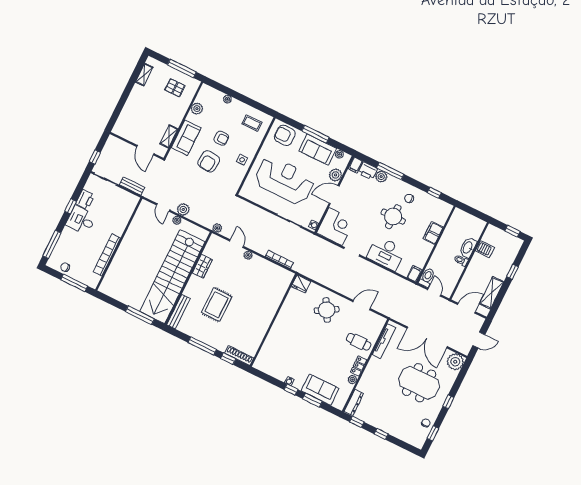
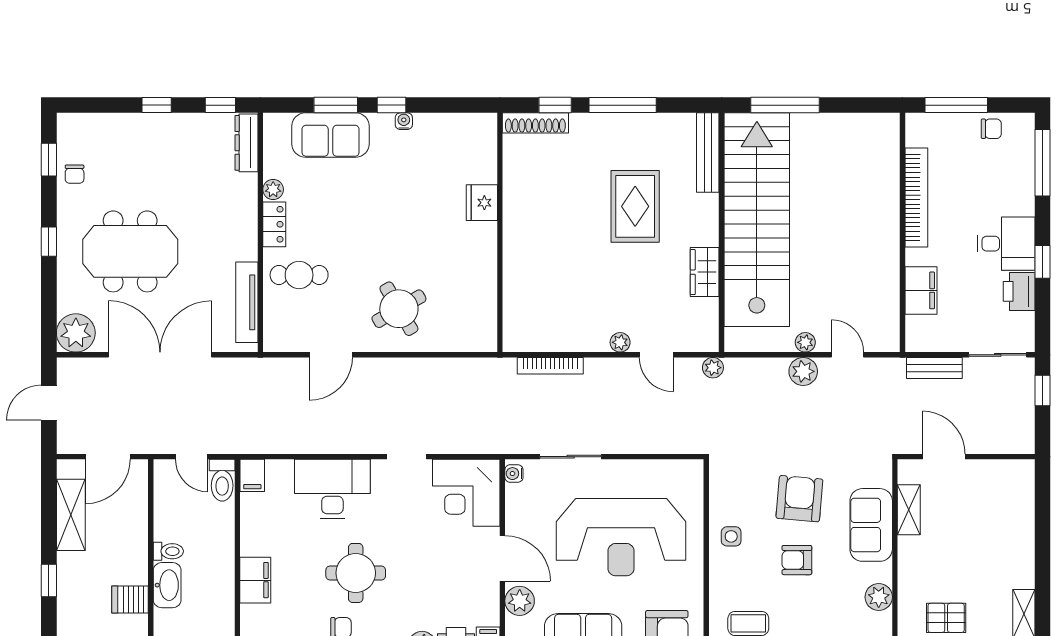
door: (334, 195) -> (502, 558), hinge flipped
filing cabinet: (123, 218) -> (921, 290), added
fridge: (301, 284) -> (482, 203), moved, turned -90

